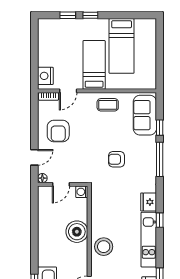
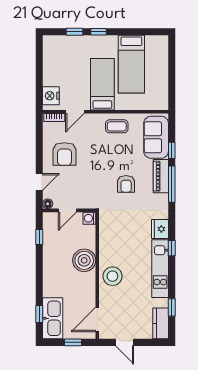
piano: (149, 152) -> (161, 176), added
armchair: (117, 159) -> (126, 184), turned -90
window: (34, 210) -> (39, 237), added

